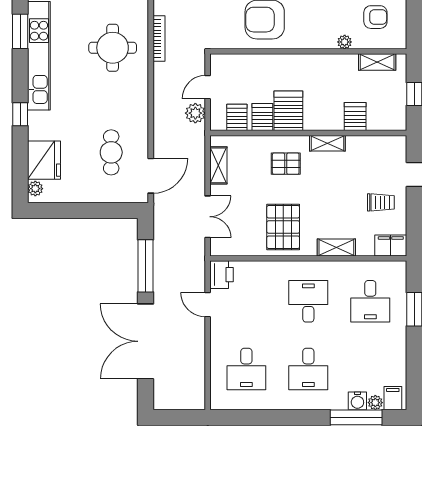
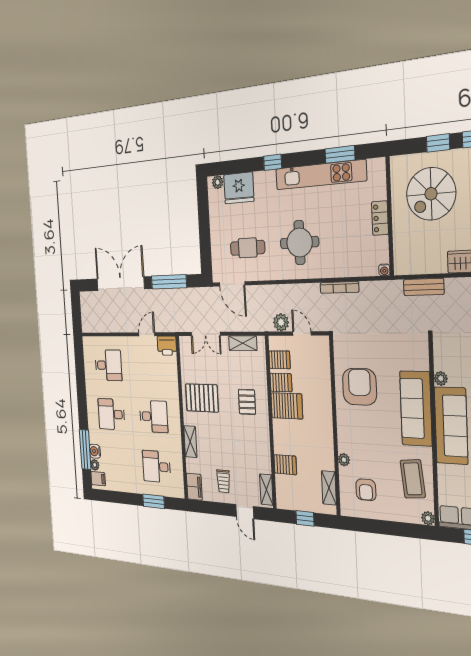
round table: (113, 48) -> (300, 243), moved
shelving: (327, 143) -> (266, 490), moved
desk: (246, 369) -> (108, 365), turned 180

